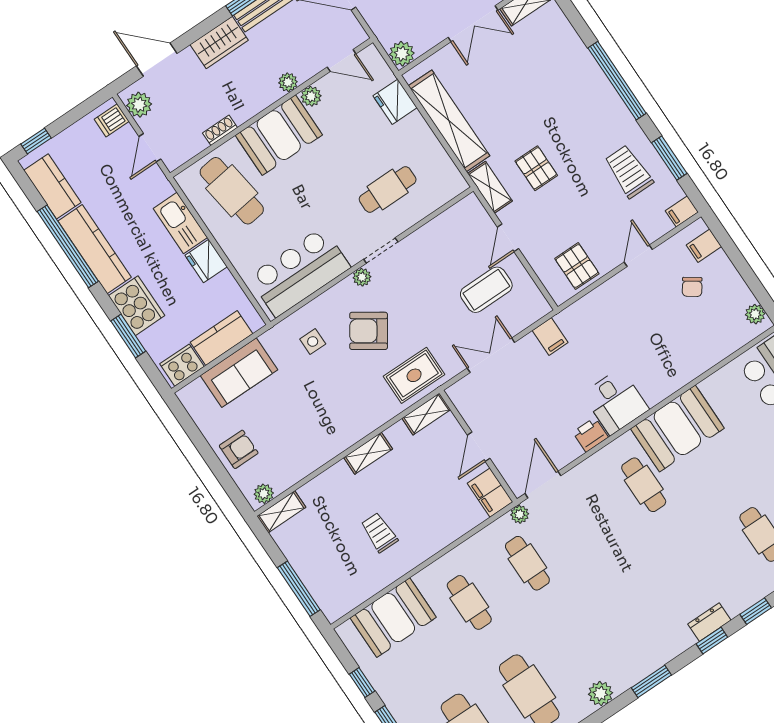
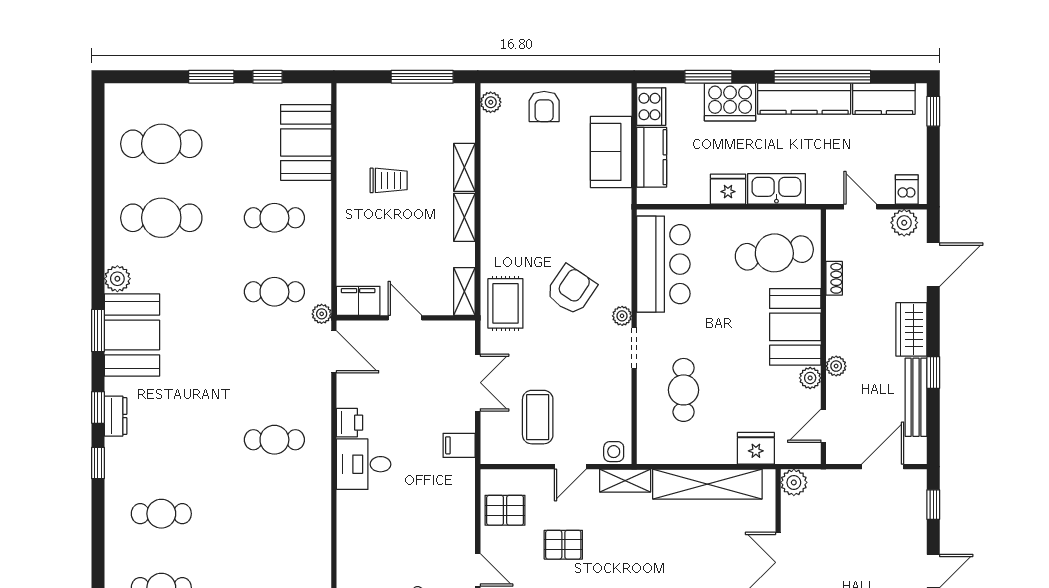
pallet: (536, 168) -> (563, 545), moved
door: (508, 238) -> (570, 467), swing flipped
side table: (313, 342) -> (614, 452), moved
booth: (677, 428) -> (132, 335), moved
shelving: (281, 512) -> (464, 167), moved
window: (299, 589) -> (422, 77), moved

